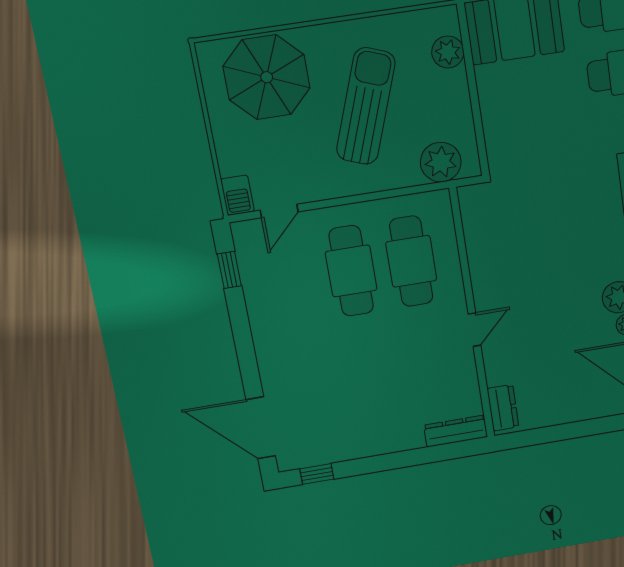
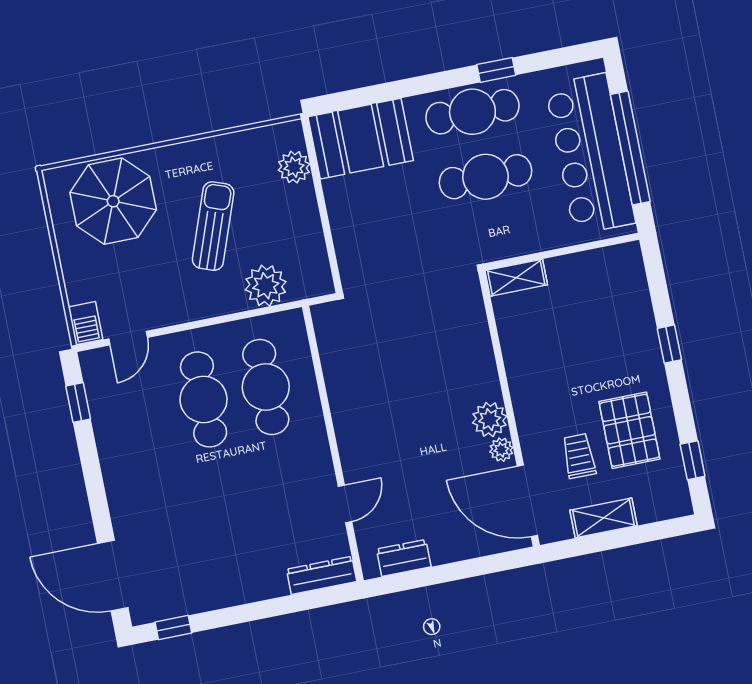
sun lounger: (366, 106) -> (213, 226), width x0.73, depth x0.75
plant: (441, 162) -> (266, 286), moved
door: (474, 330) -> (345, 504), moved
dresser: (503, 408) -> (404, 558), moved, turned -90

